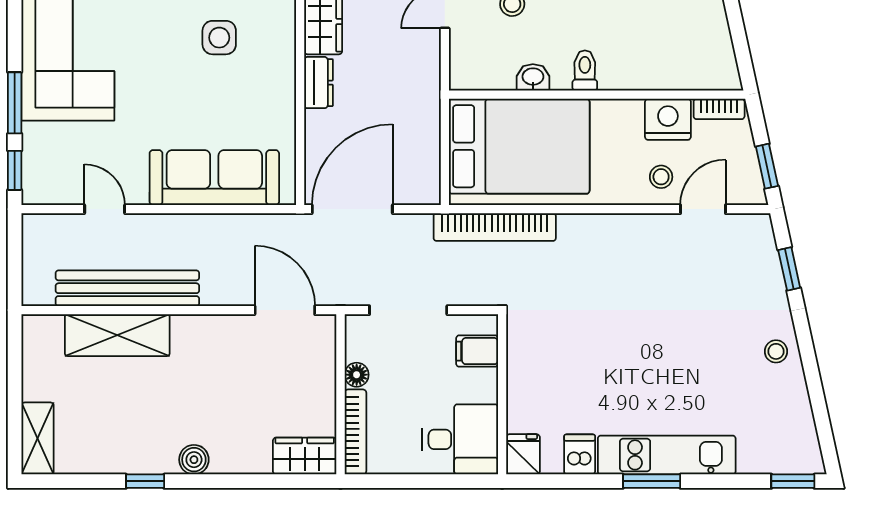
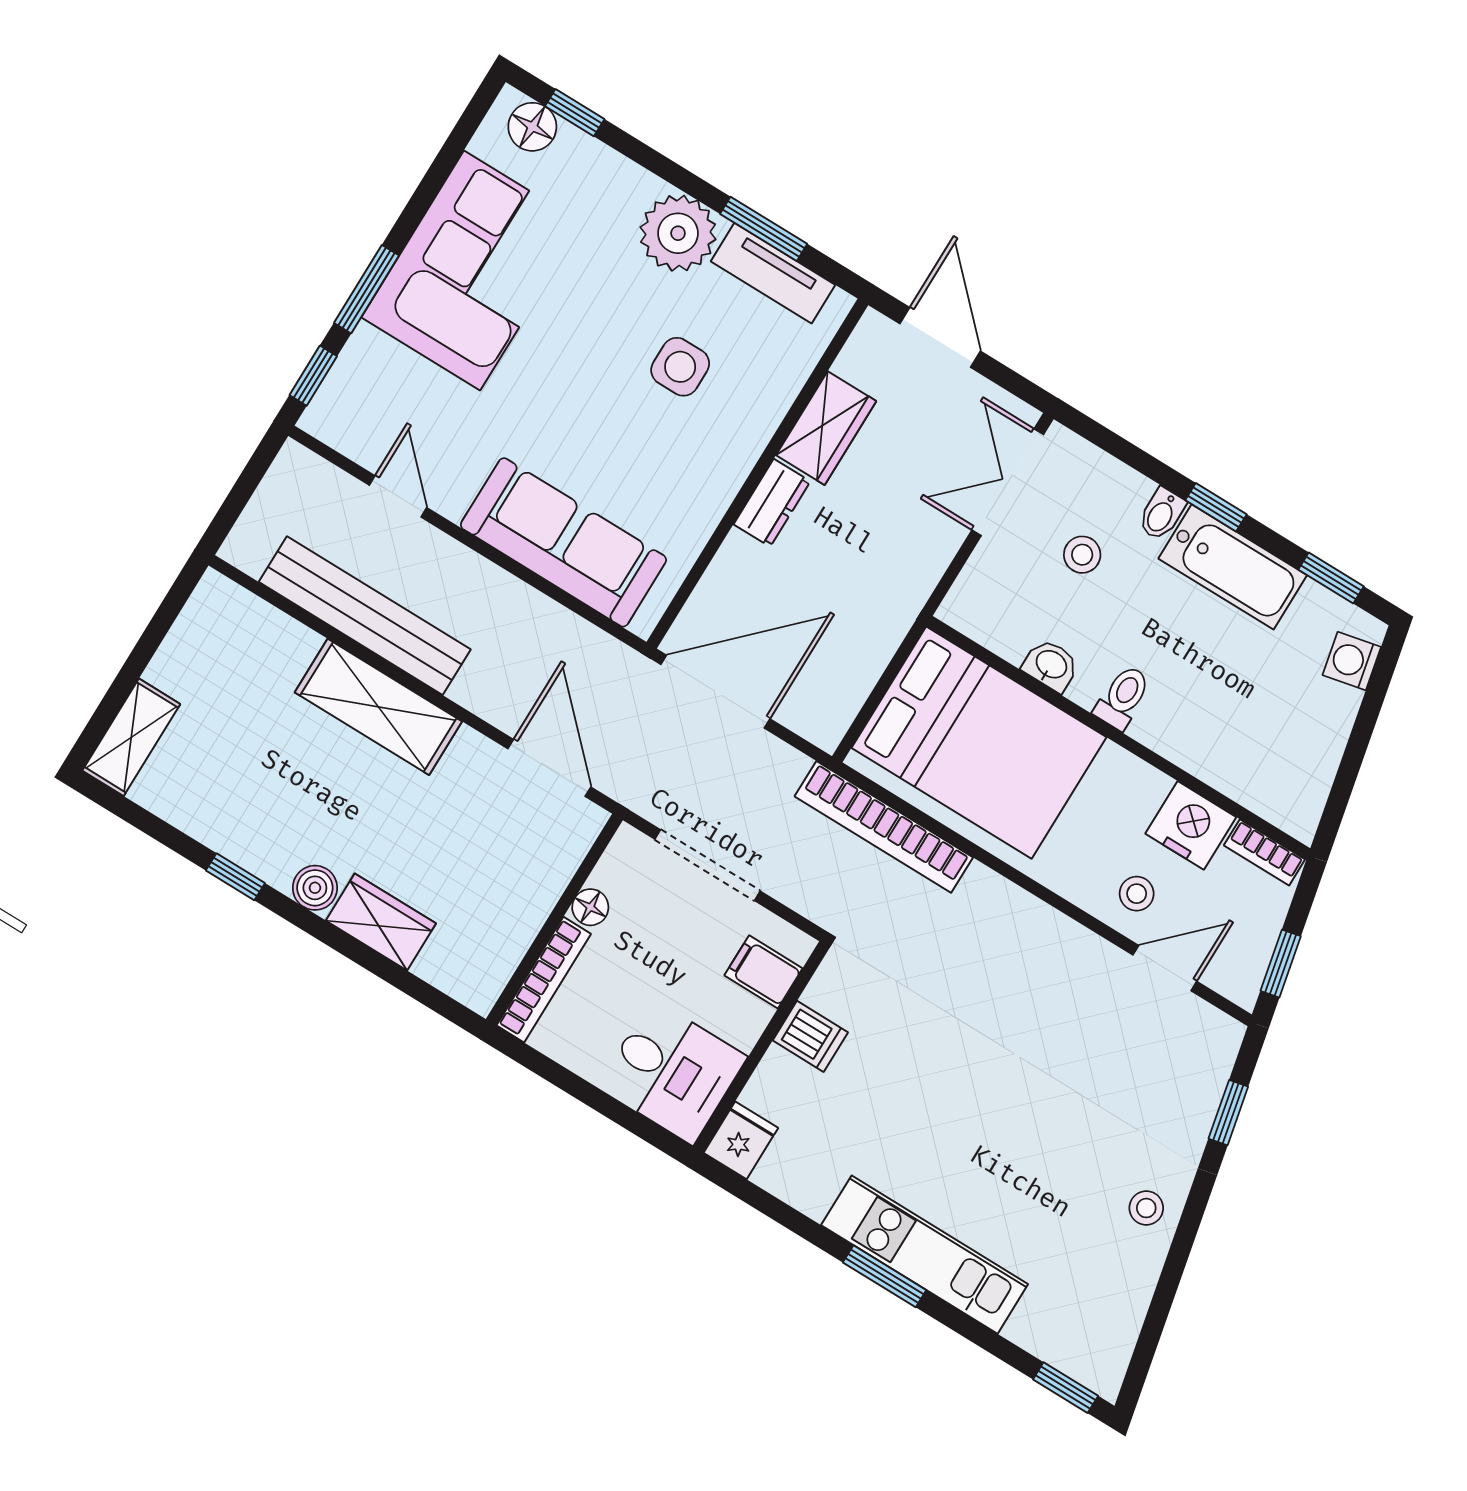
shelving: (117, 335) -> (378, 707), moved
dishwasher: (580, 454) -> (810, 1036), moved, turned 90
wardrobe: (305, 456) -> (381, 922), moved

